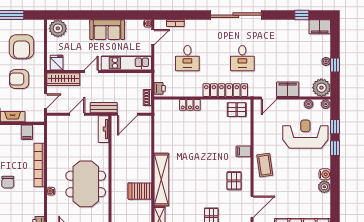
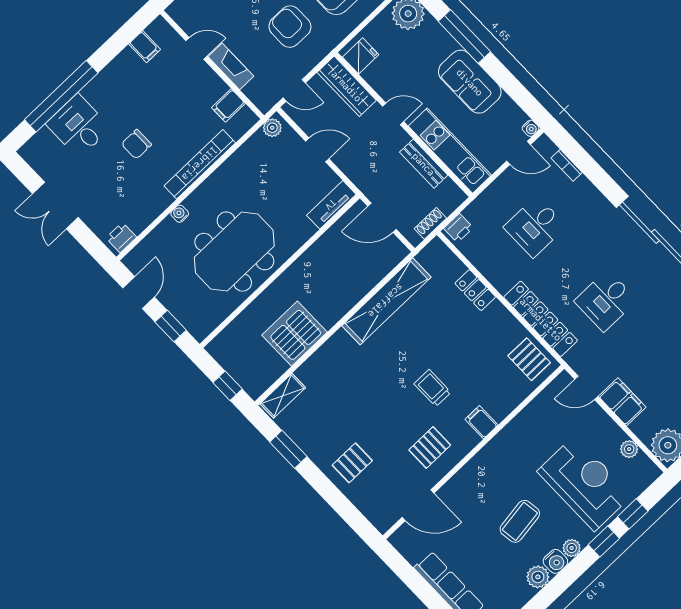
window: (88, 15) -> (464, 36), added
plant: (326, 104) -> (572, 548), moved
bench: (104, 108) -> (424, 164), moved
plant: (52, 123) -> (272, 128), added
trolley: (212, 158) -> (432, 388), added
coffee table: (265, 165) -> (520, 521), moved
shelving: (161, 179) -> (386, 301), moved
server rack: (140, 191) -> (294, 334), width x1.60

